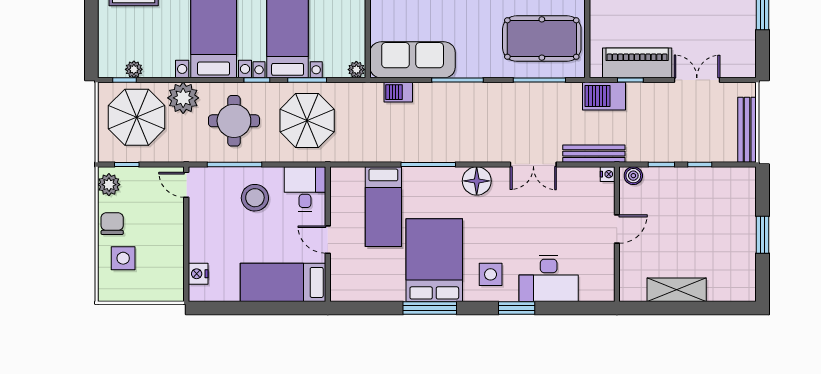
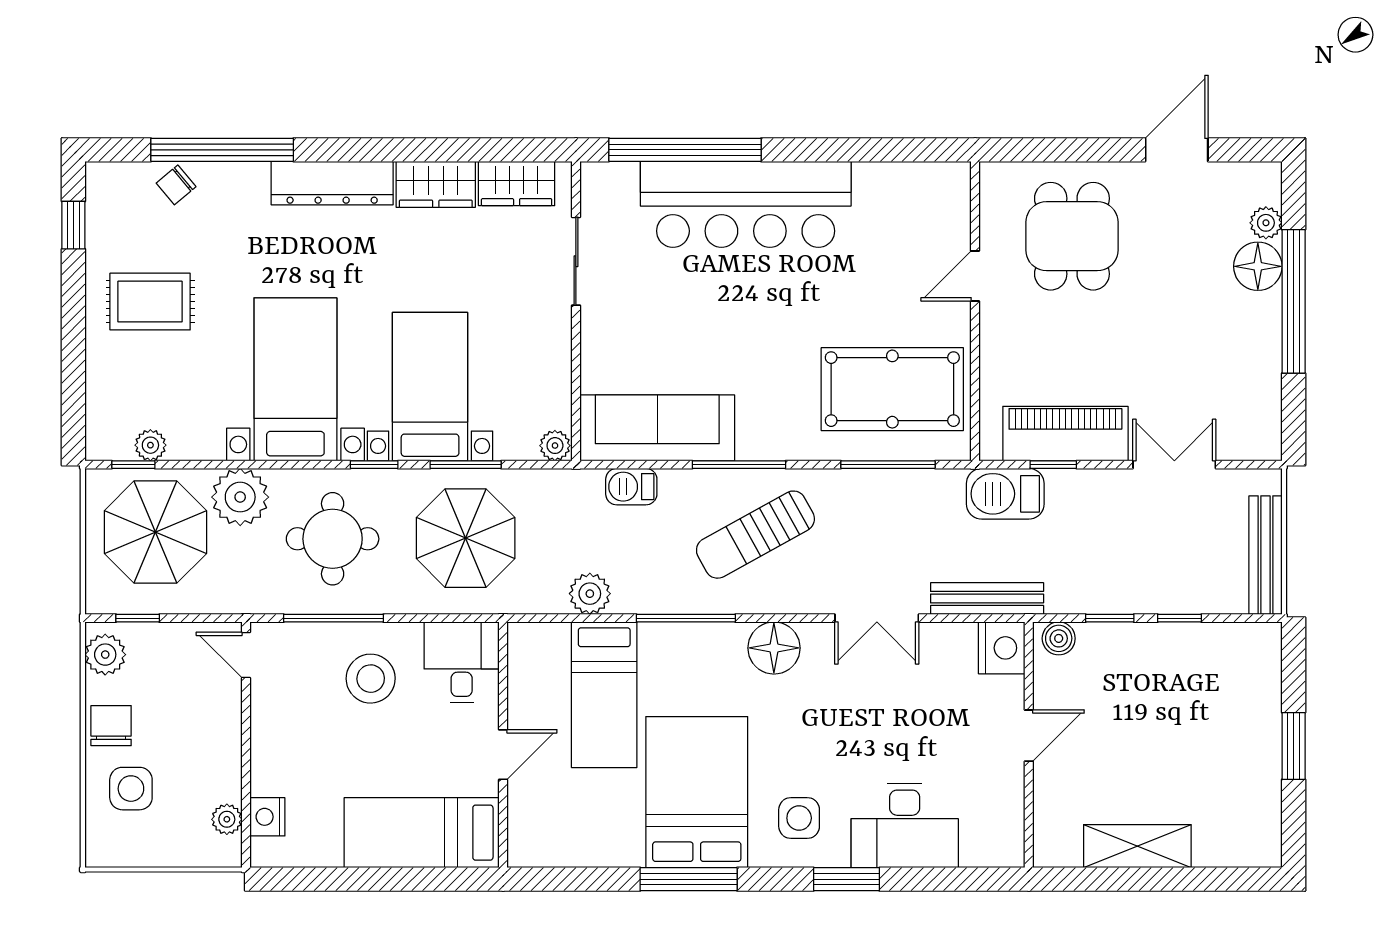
sun lounger: (467, 119) -> (755, 535), added
plant: (375, 151) -> (590, 594), added
nightstand: (608, 174) -> (1002, 648), width x1.89, depth x1.79
door: (328, 240) -> (503, 755), swing flipped
plant: (176, 275) -> (227, 819), added

